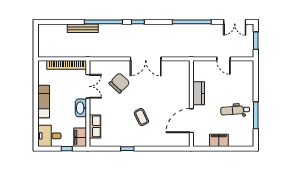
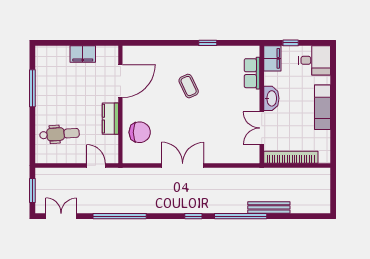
door: (224, 59) -> (96, 165), moved
chair: (119, 83) -> (140, 132), moved, turned -134
dental chair: (235, 110) -> (59, 134), moved

